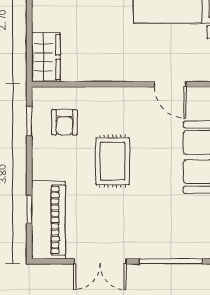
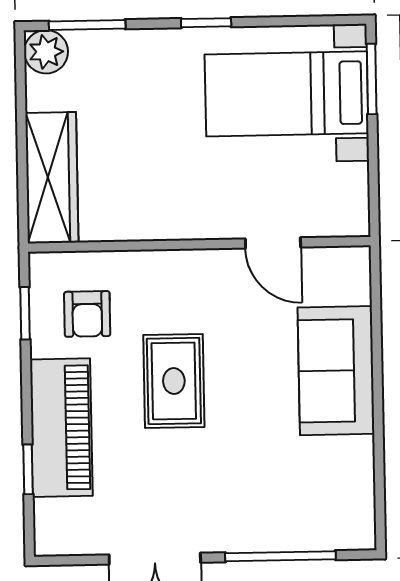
wardrobe: (46, 57) -> (52, 178), width x1.50
piano: (49, 220) -> (61, 428), moved

